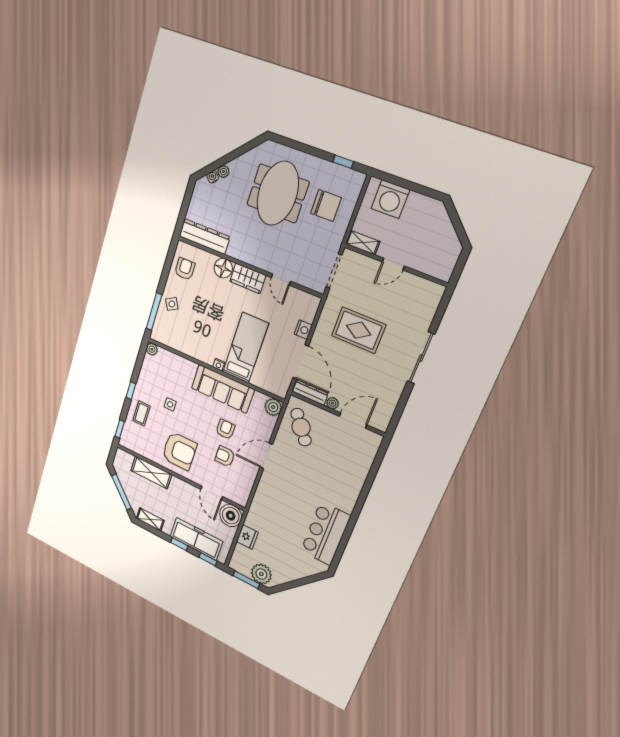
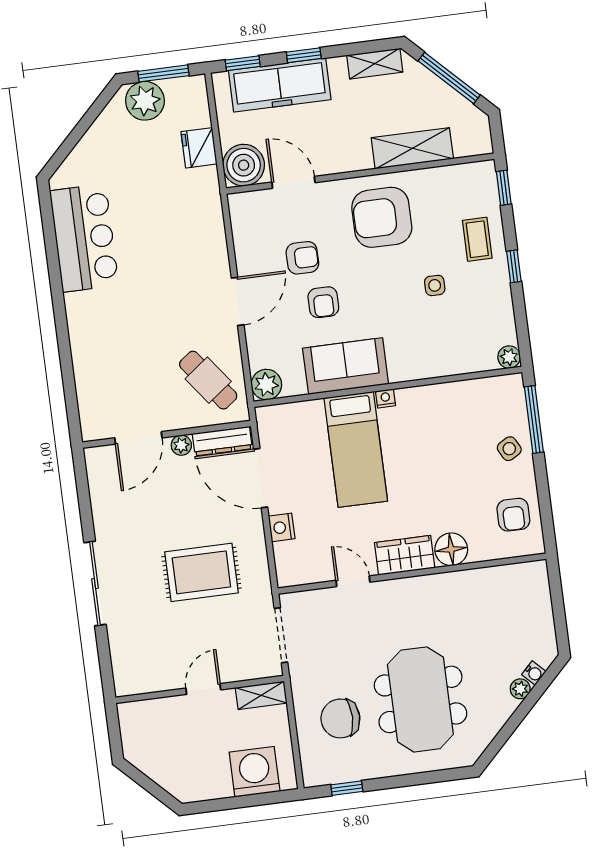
dresser: (204, 236) -> (505, 580), removed
sofa: (223, 389) -> (346, 366), width x0.73

